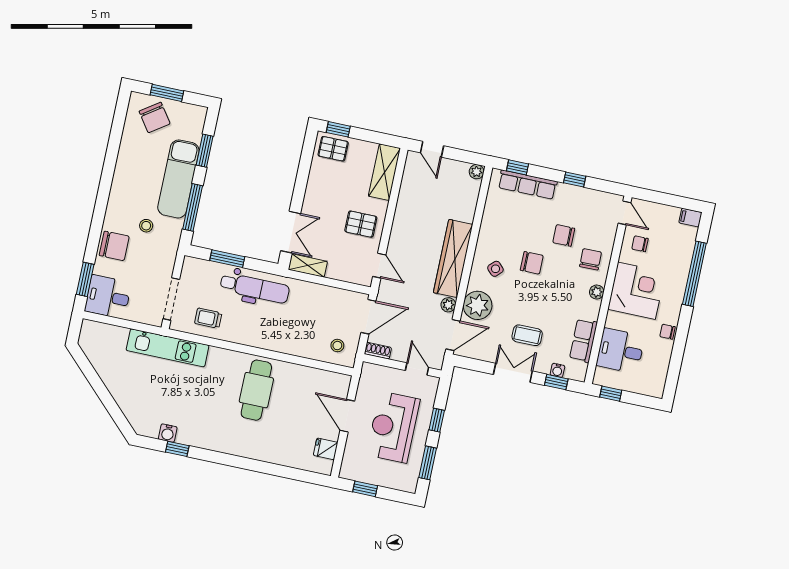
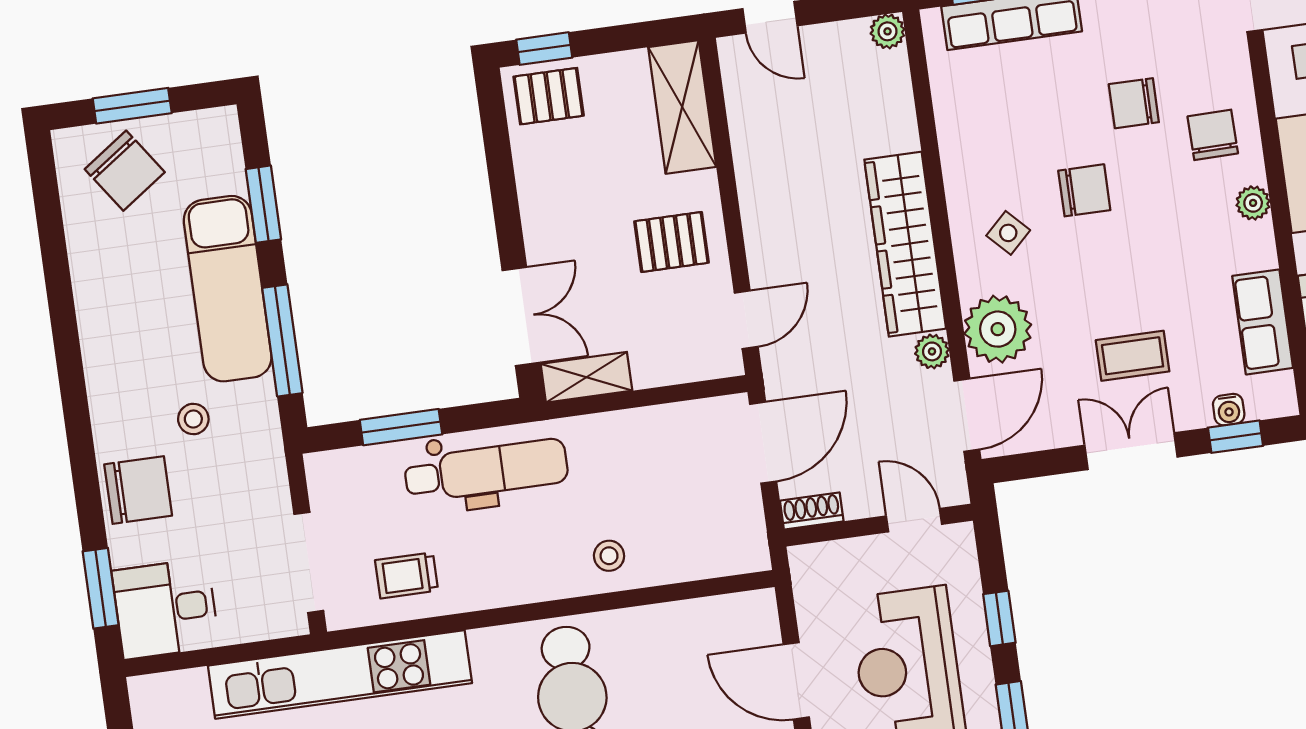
door: (379, 266) -> (746, 320), hinge flipped
stool: (337, 346) -> (609, 556), moved
kitchen unit: (168, 348) -> (340, 674), width x1.36

